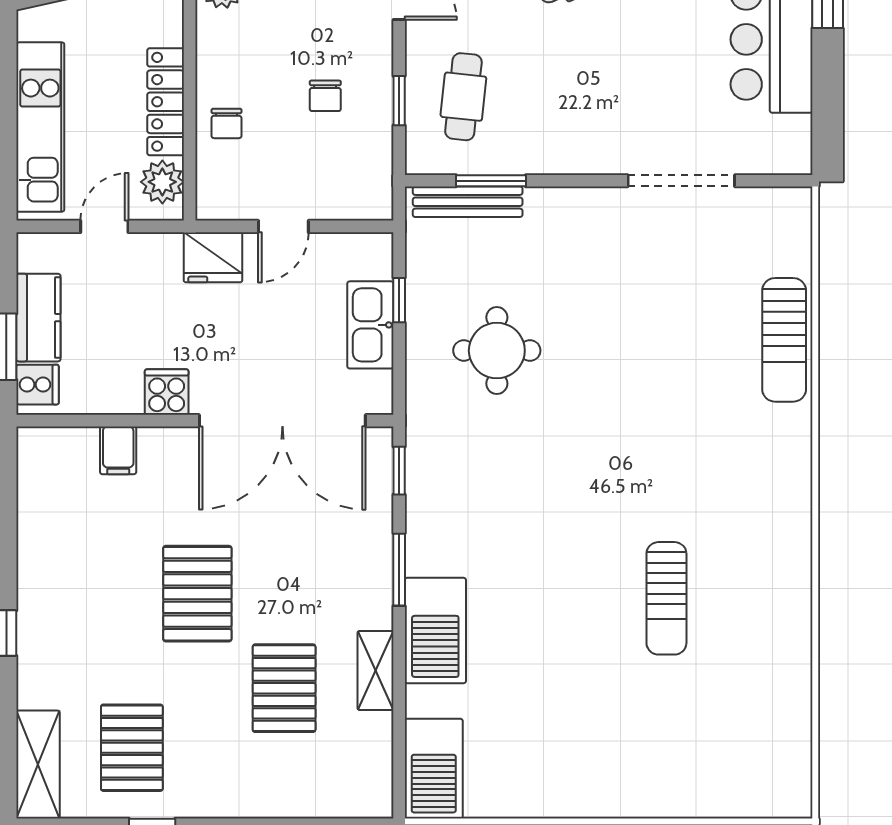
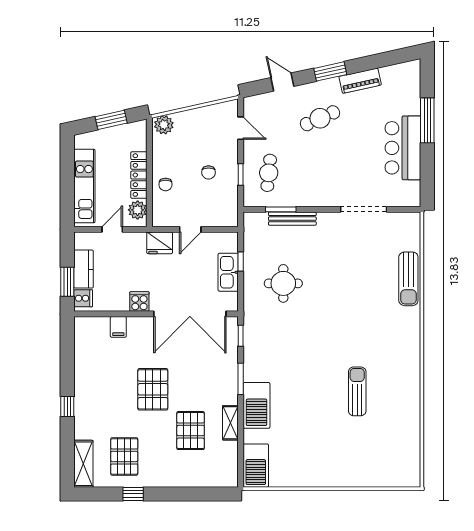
bench: (468, 202) -> (292, 219), moved
sun lounger: (666, 598) -> (357, 391), turned 180

